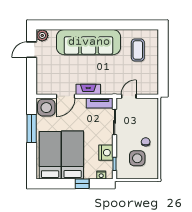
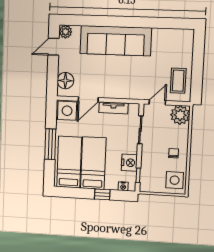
coffee table: (138, 50) -> (178, 81), moved
floor lamp: (44, 80) -> (65, 81), added
fireplace: (88, 89) -> (113, 93), removed
tv unit: (100, 103) -> (113, 108), moved
plant: (150, 107) -> (180, 115), added
window: (32, 129) -> (50, 144), moved
side table: (137, 158) -> (175, 180), moved

